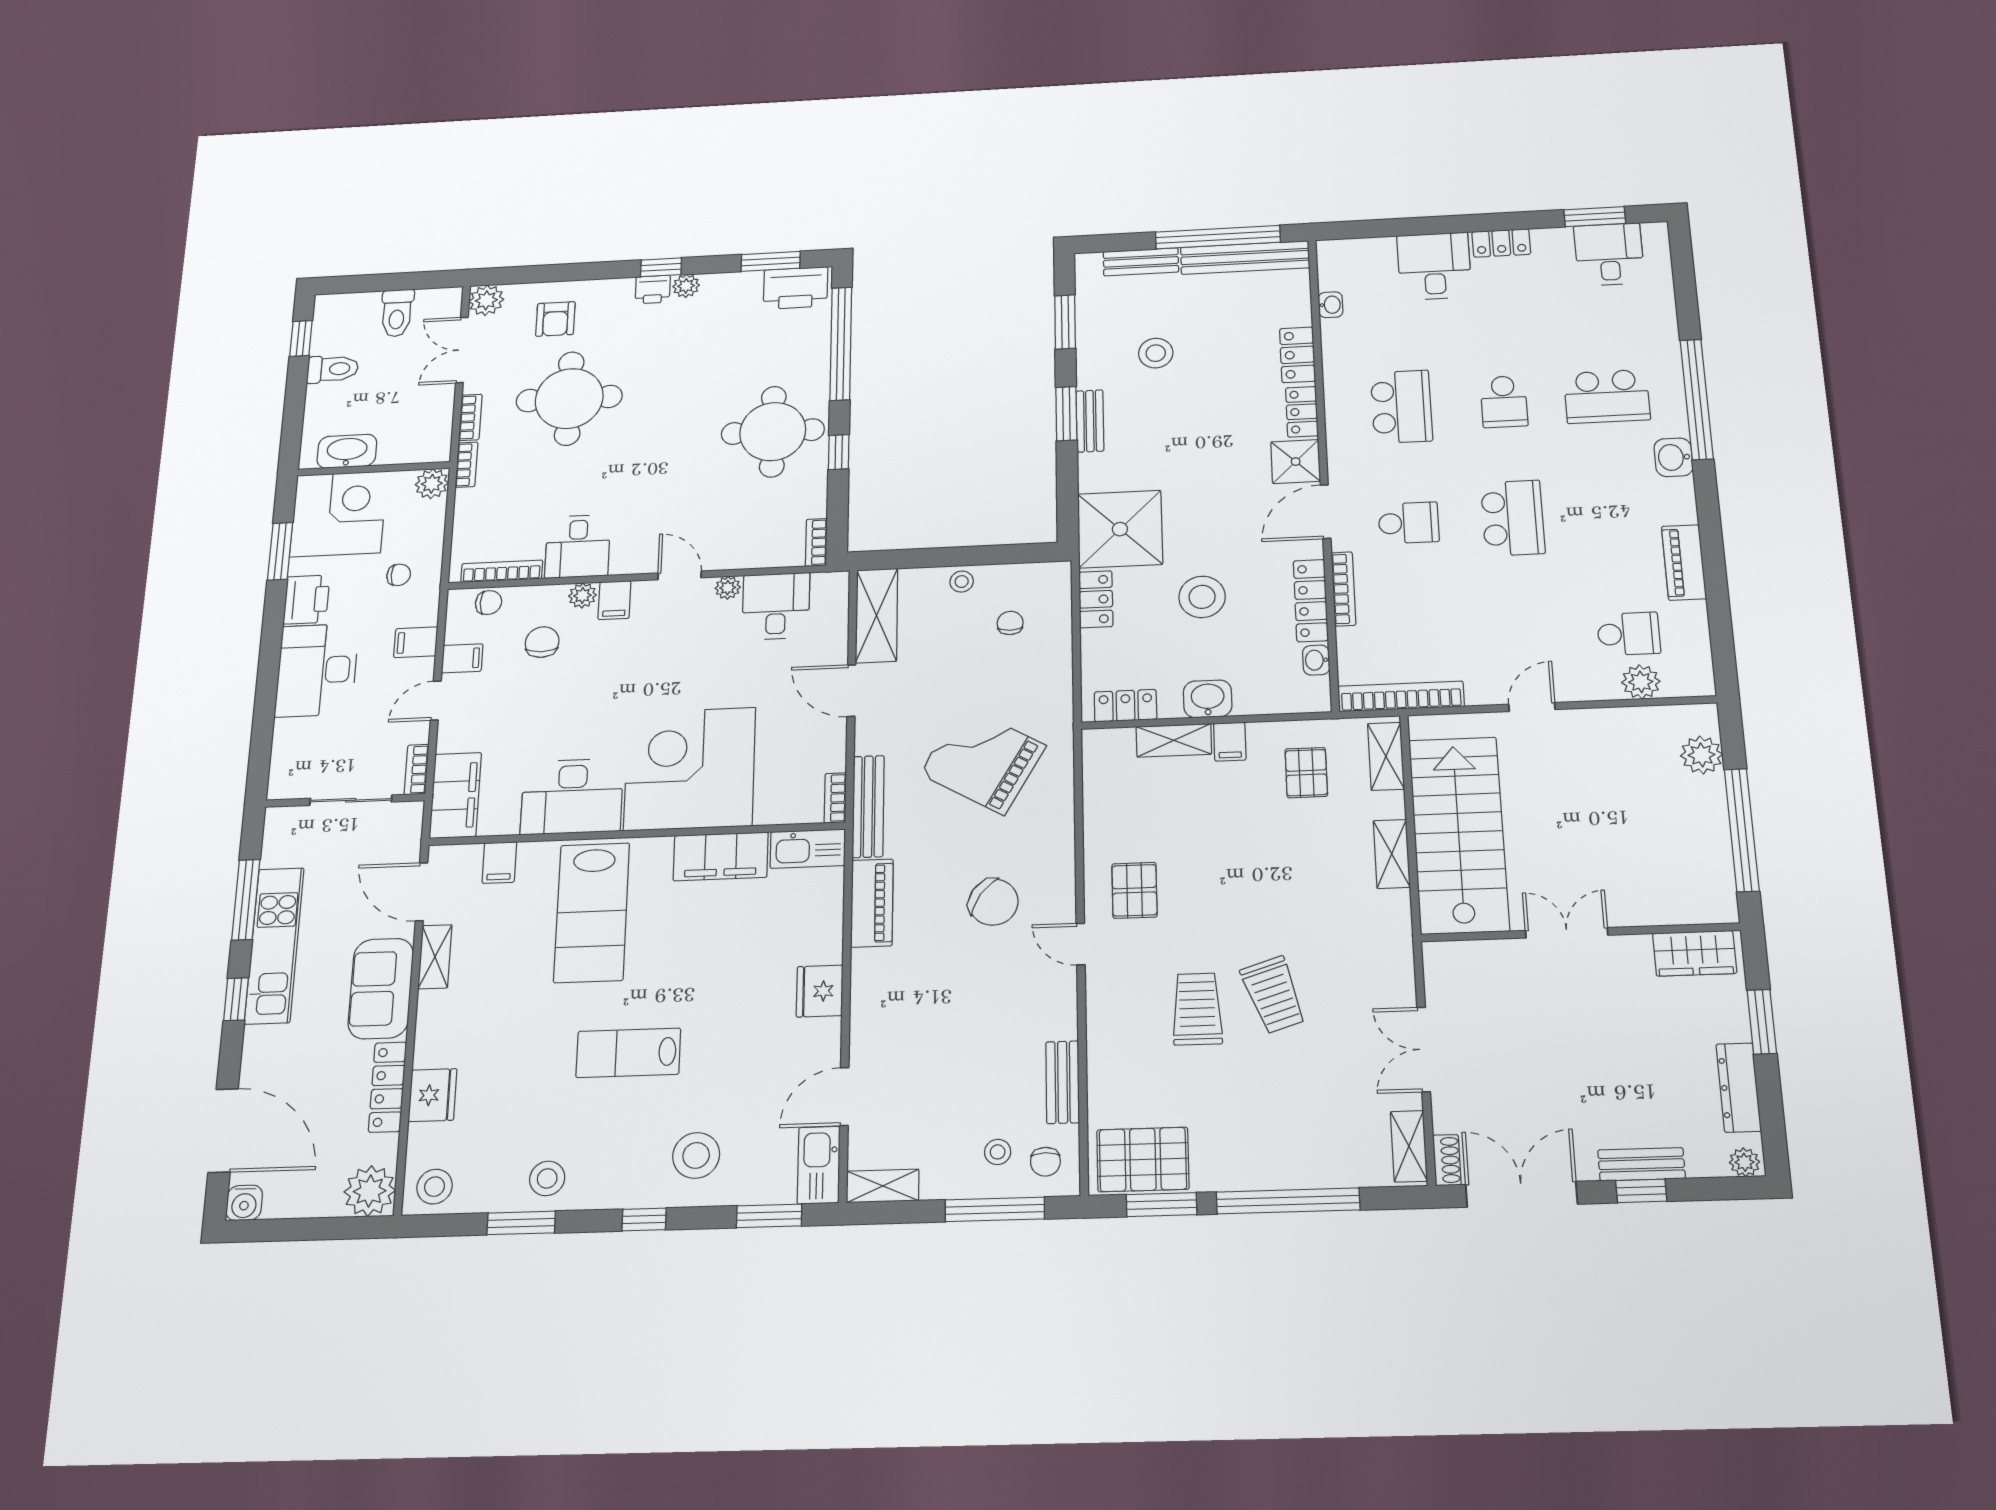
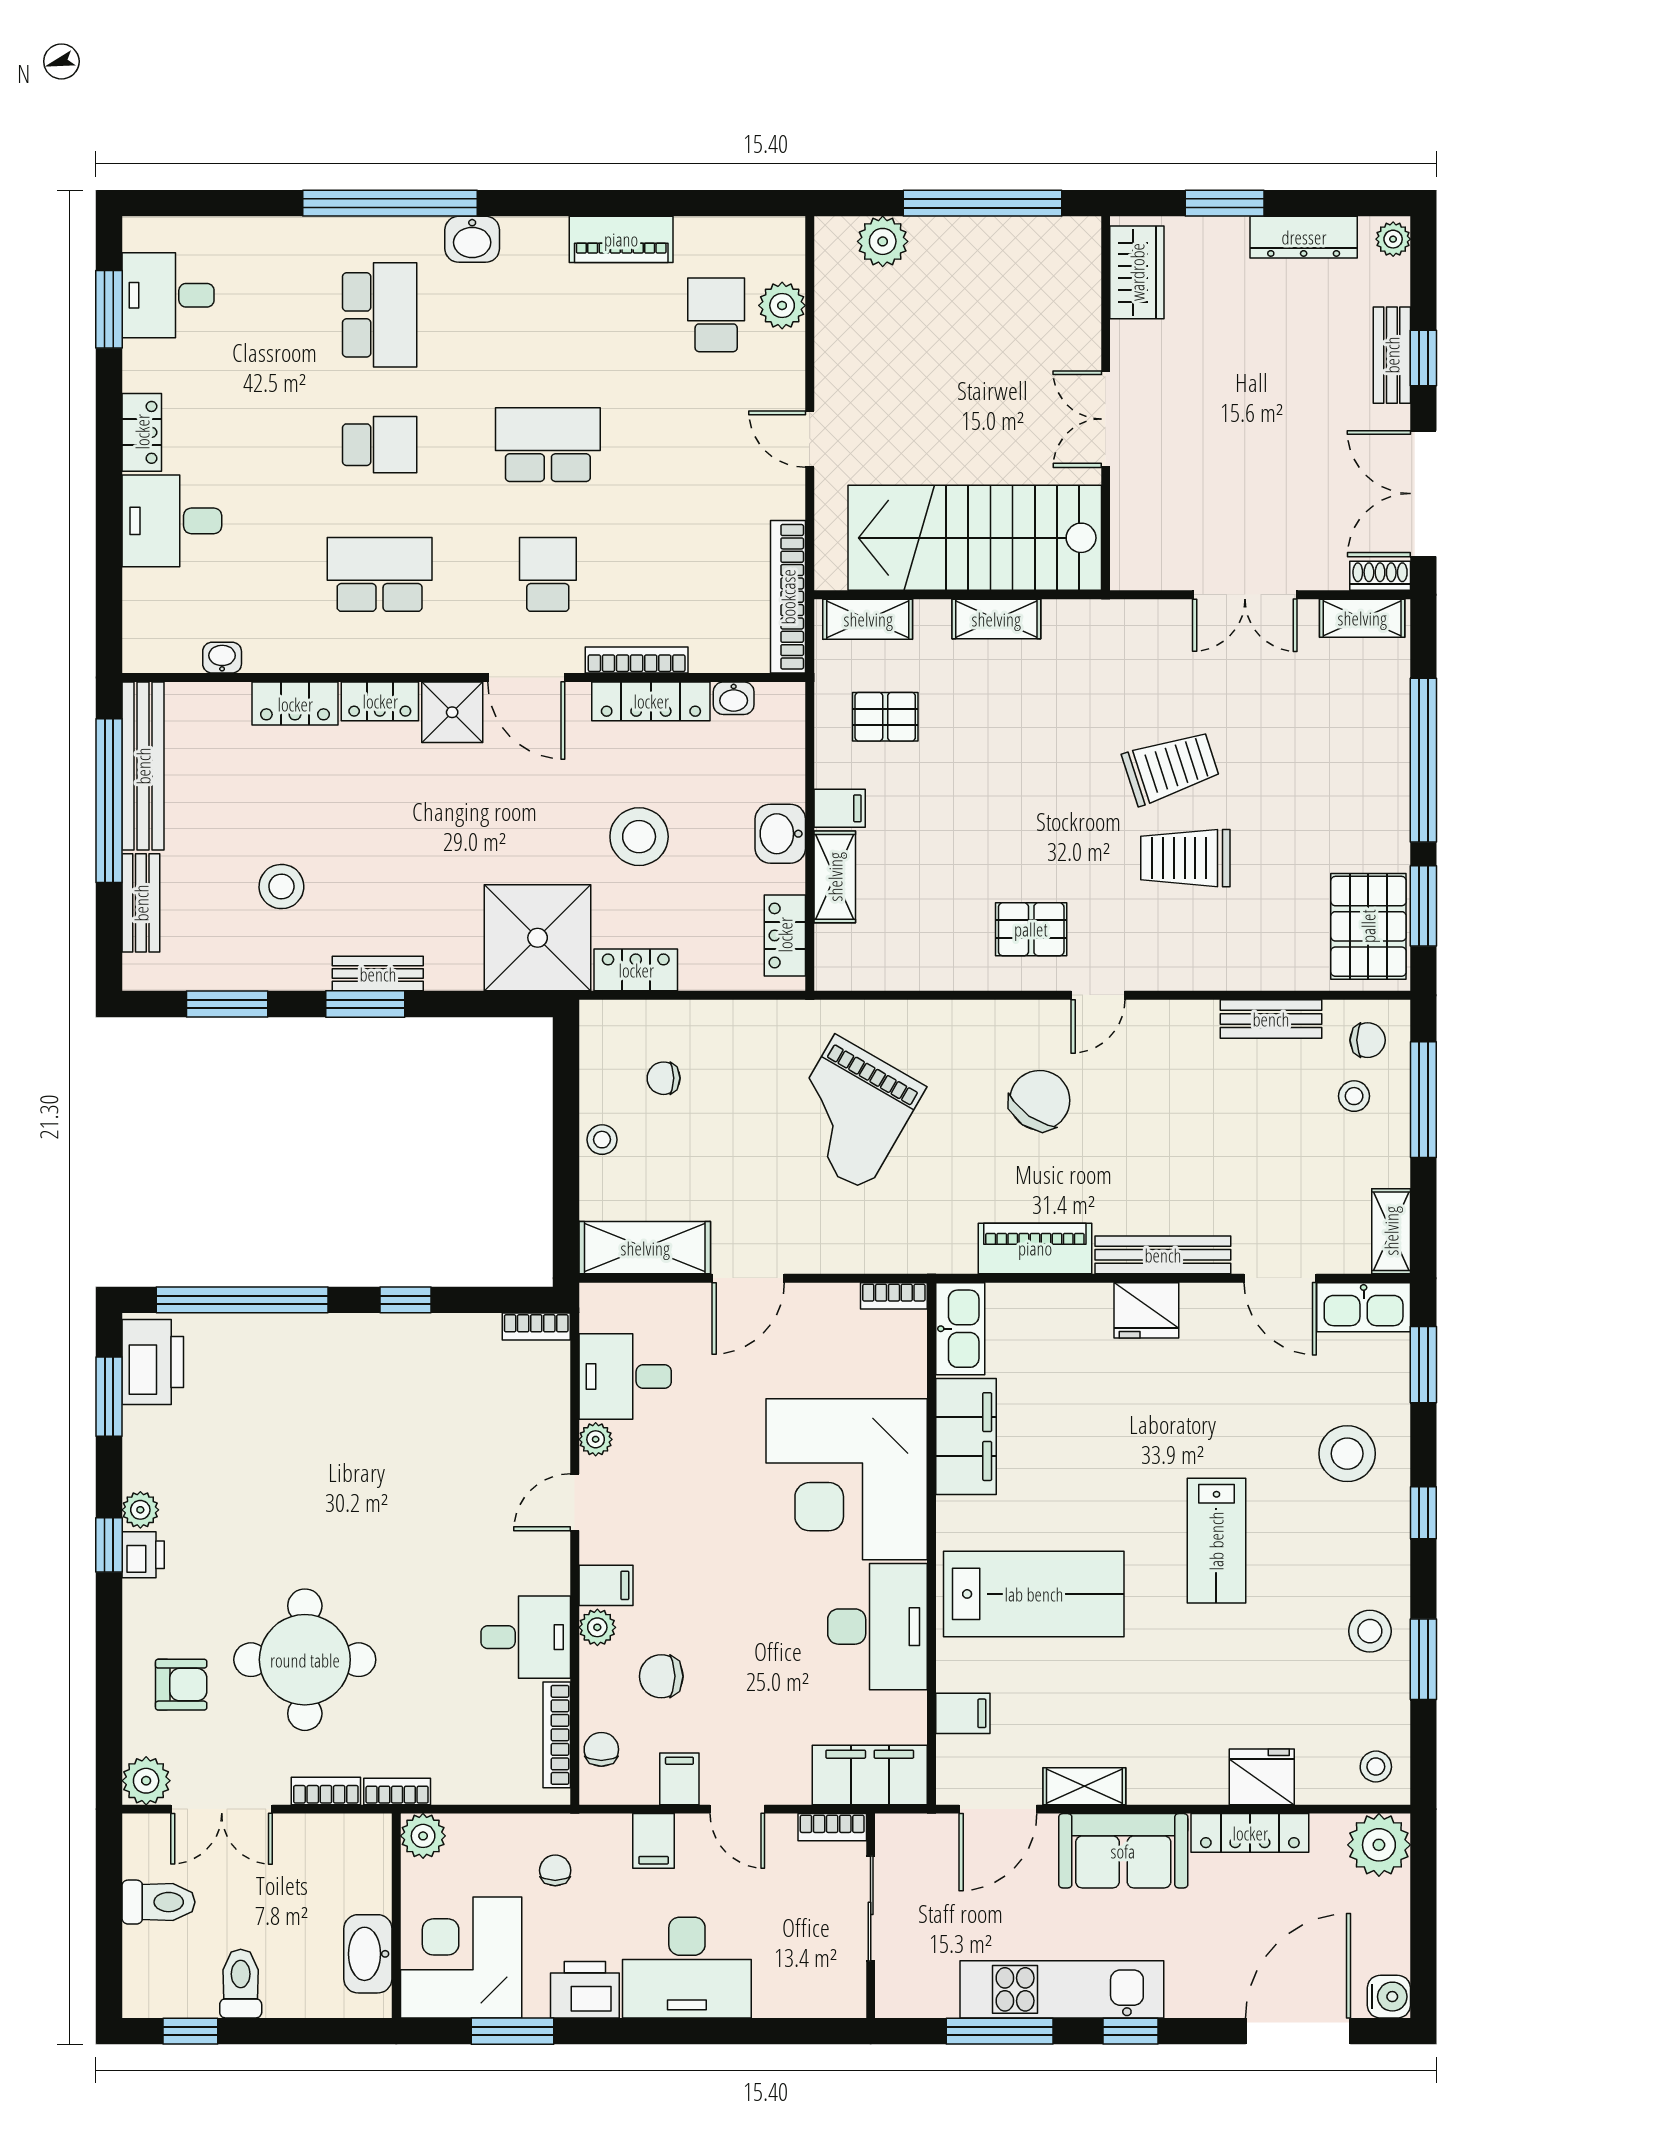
round table: (773, 432) -> (370, 1387), removed
bench: (868, 806) -> (1163, 1255), moved
stool: (435, 1187) -> (1376, 1767), width x0.73, depth x0.73

